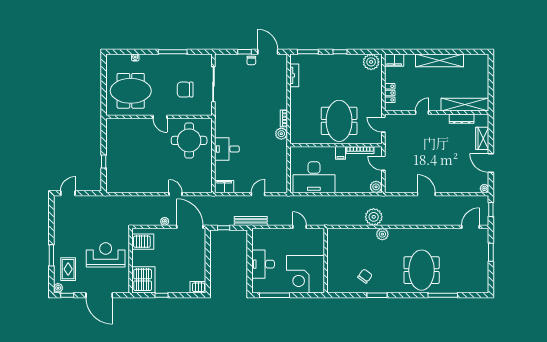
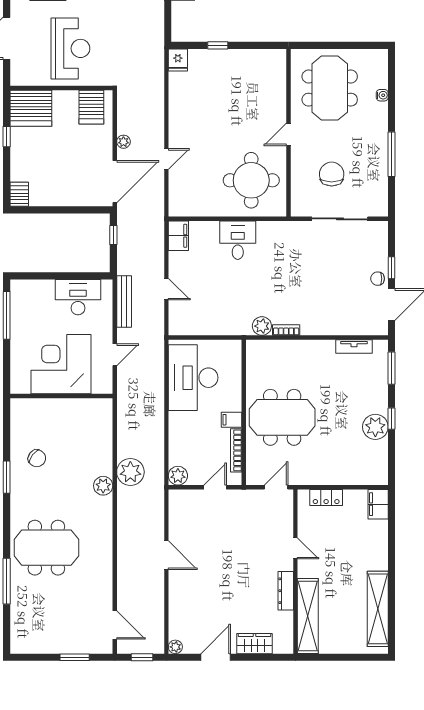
shelving: (439, 60) -> (378, 609), moved
plant: (371, 62) -> (375, 427), moved
dresser: (462, 119) -> (286, 591), moved
fridge: (113, 187) -> (178, 60), added
door: (426, 194) -> (166, 555), hinge flipped
bench: (251, 221) -> (124, 302), moved
desk: (263, 264) -> (78, 297), moved
corner desk: (305, 274) -> (61, 364), moved

